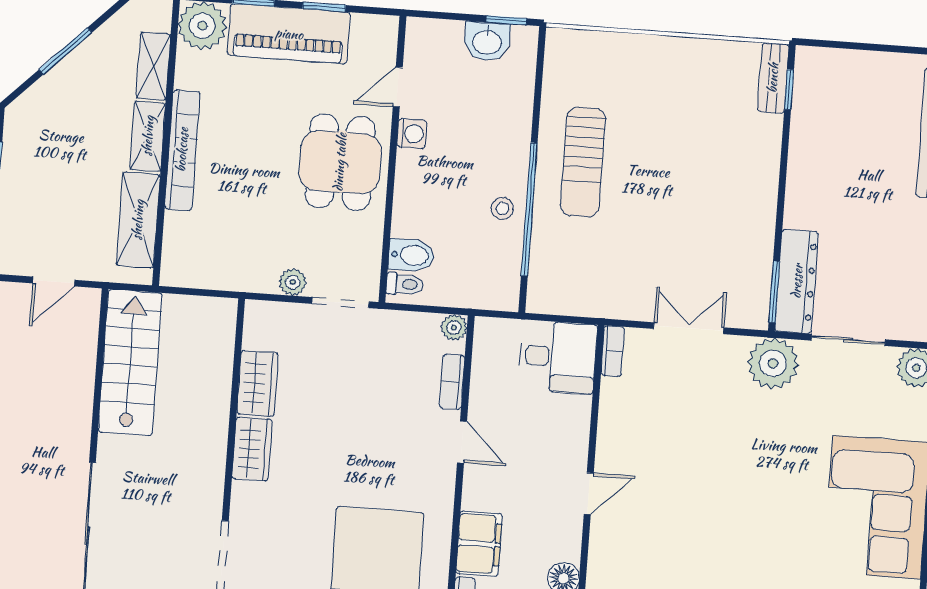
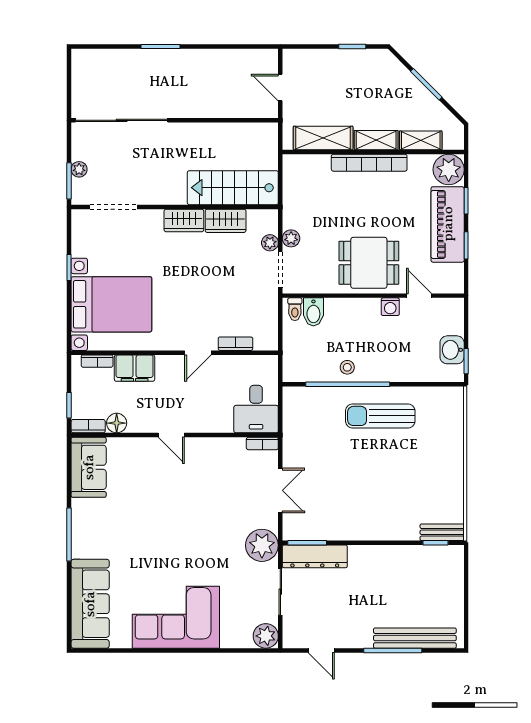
plant: (454, 327) -> (270, 243), moved
stairs: (130, 362) -> (233, 188), moved, turned 180

